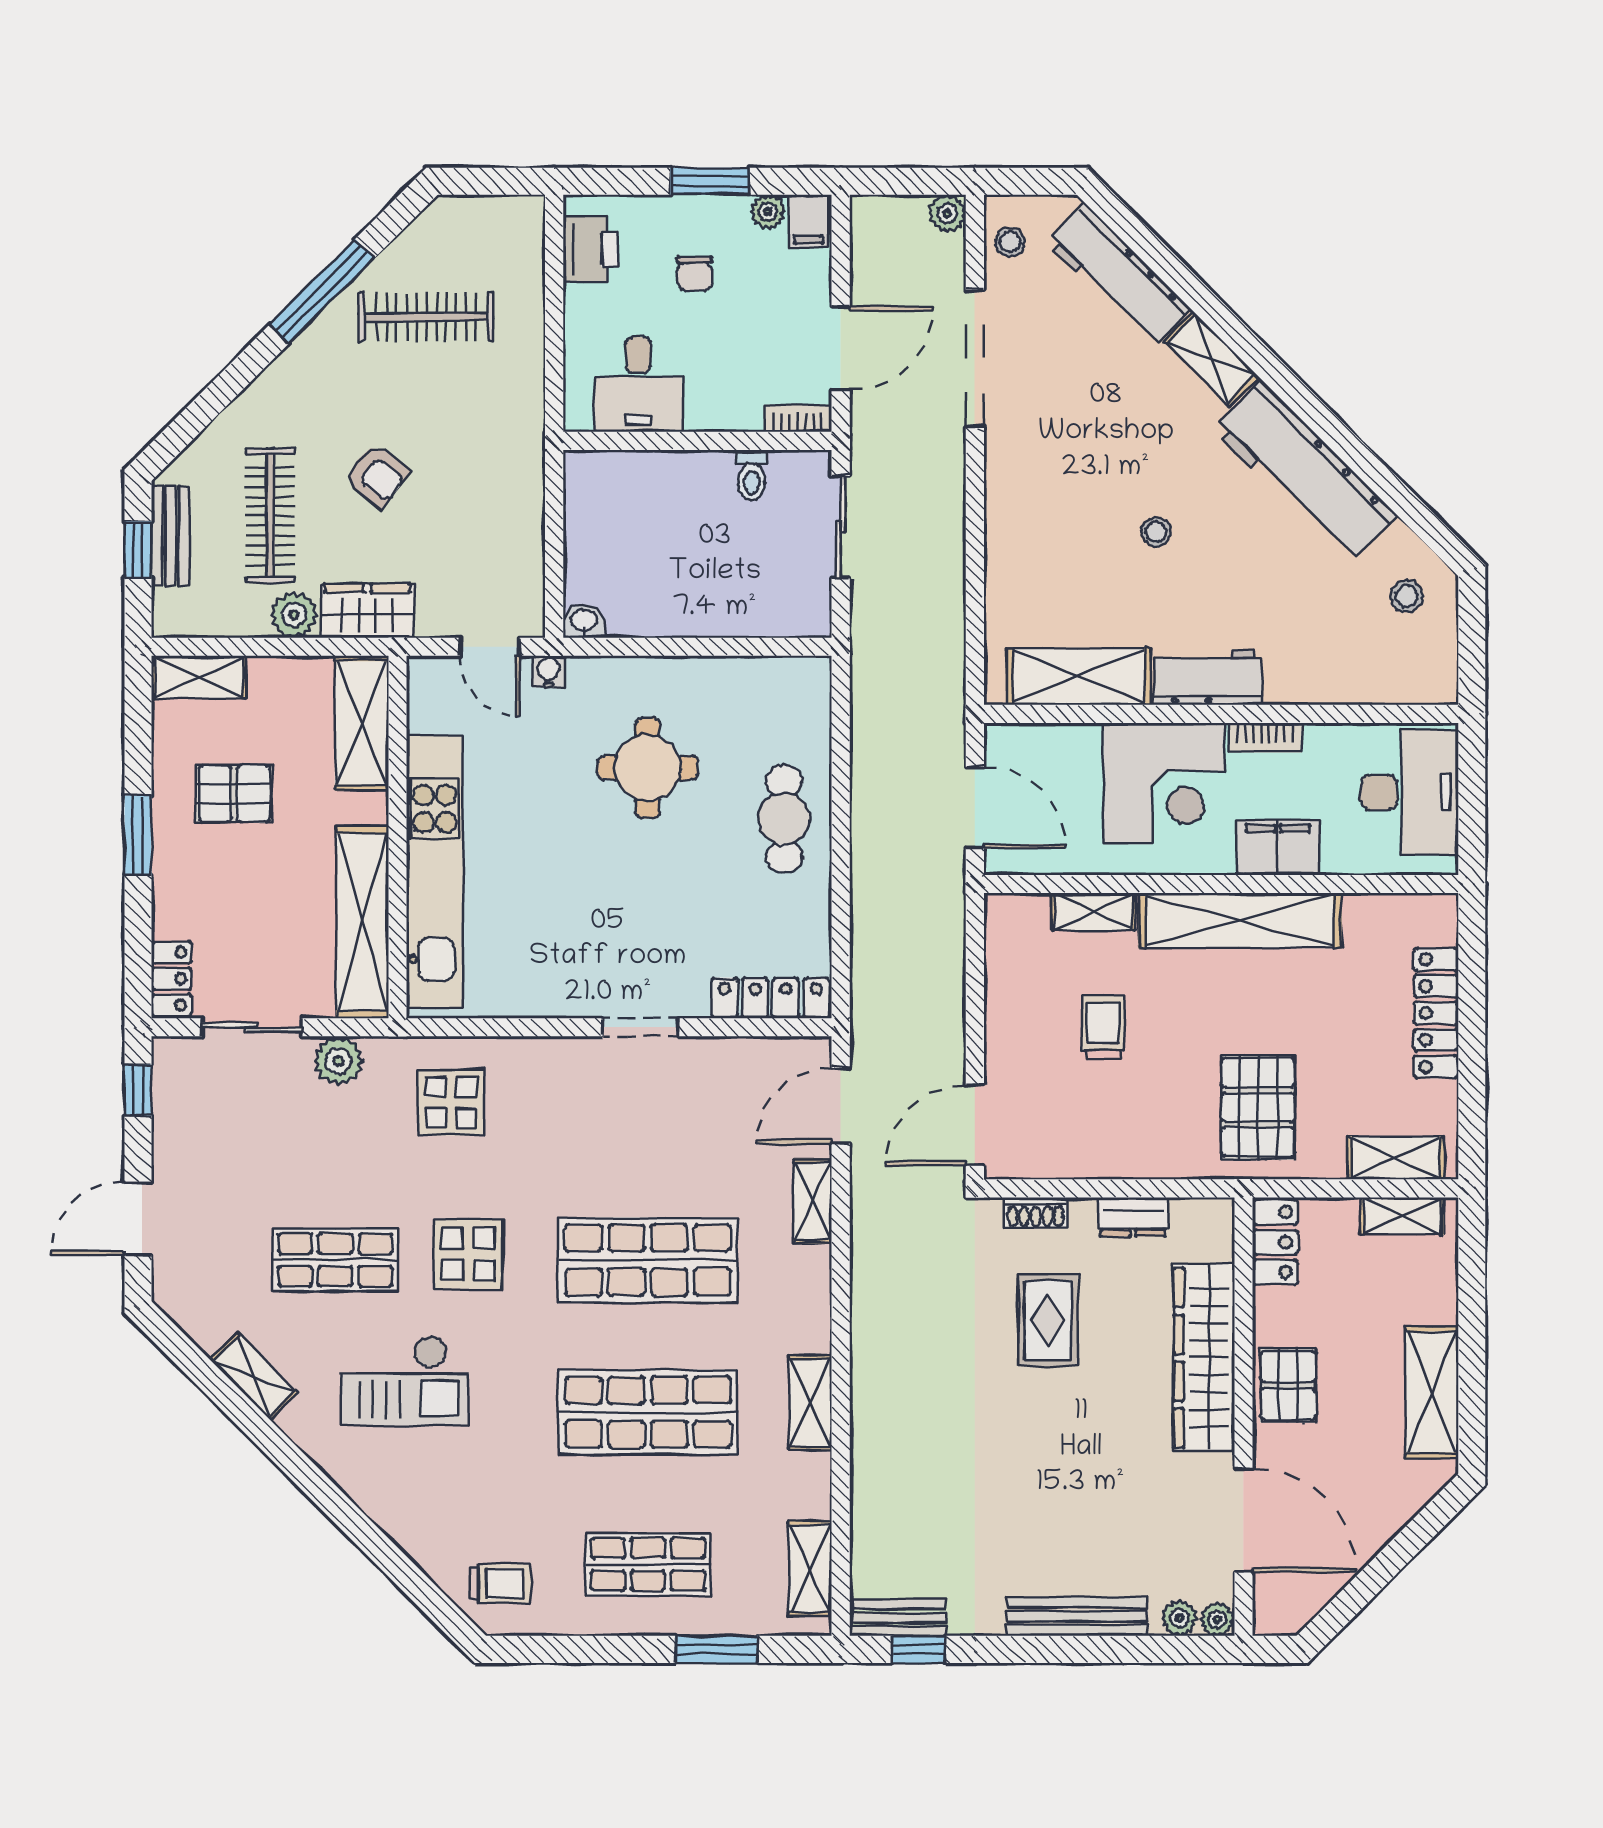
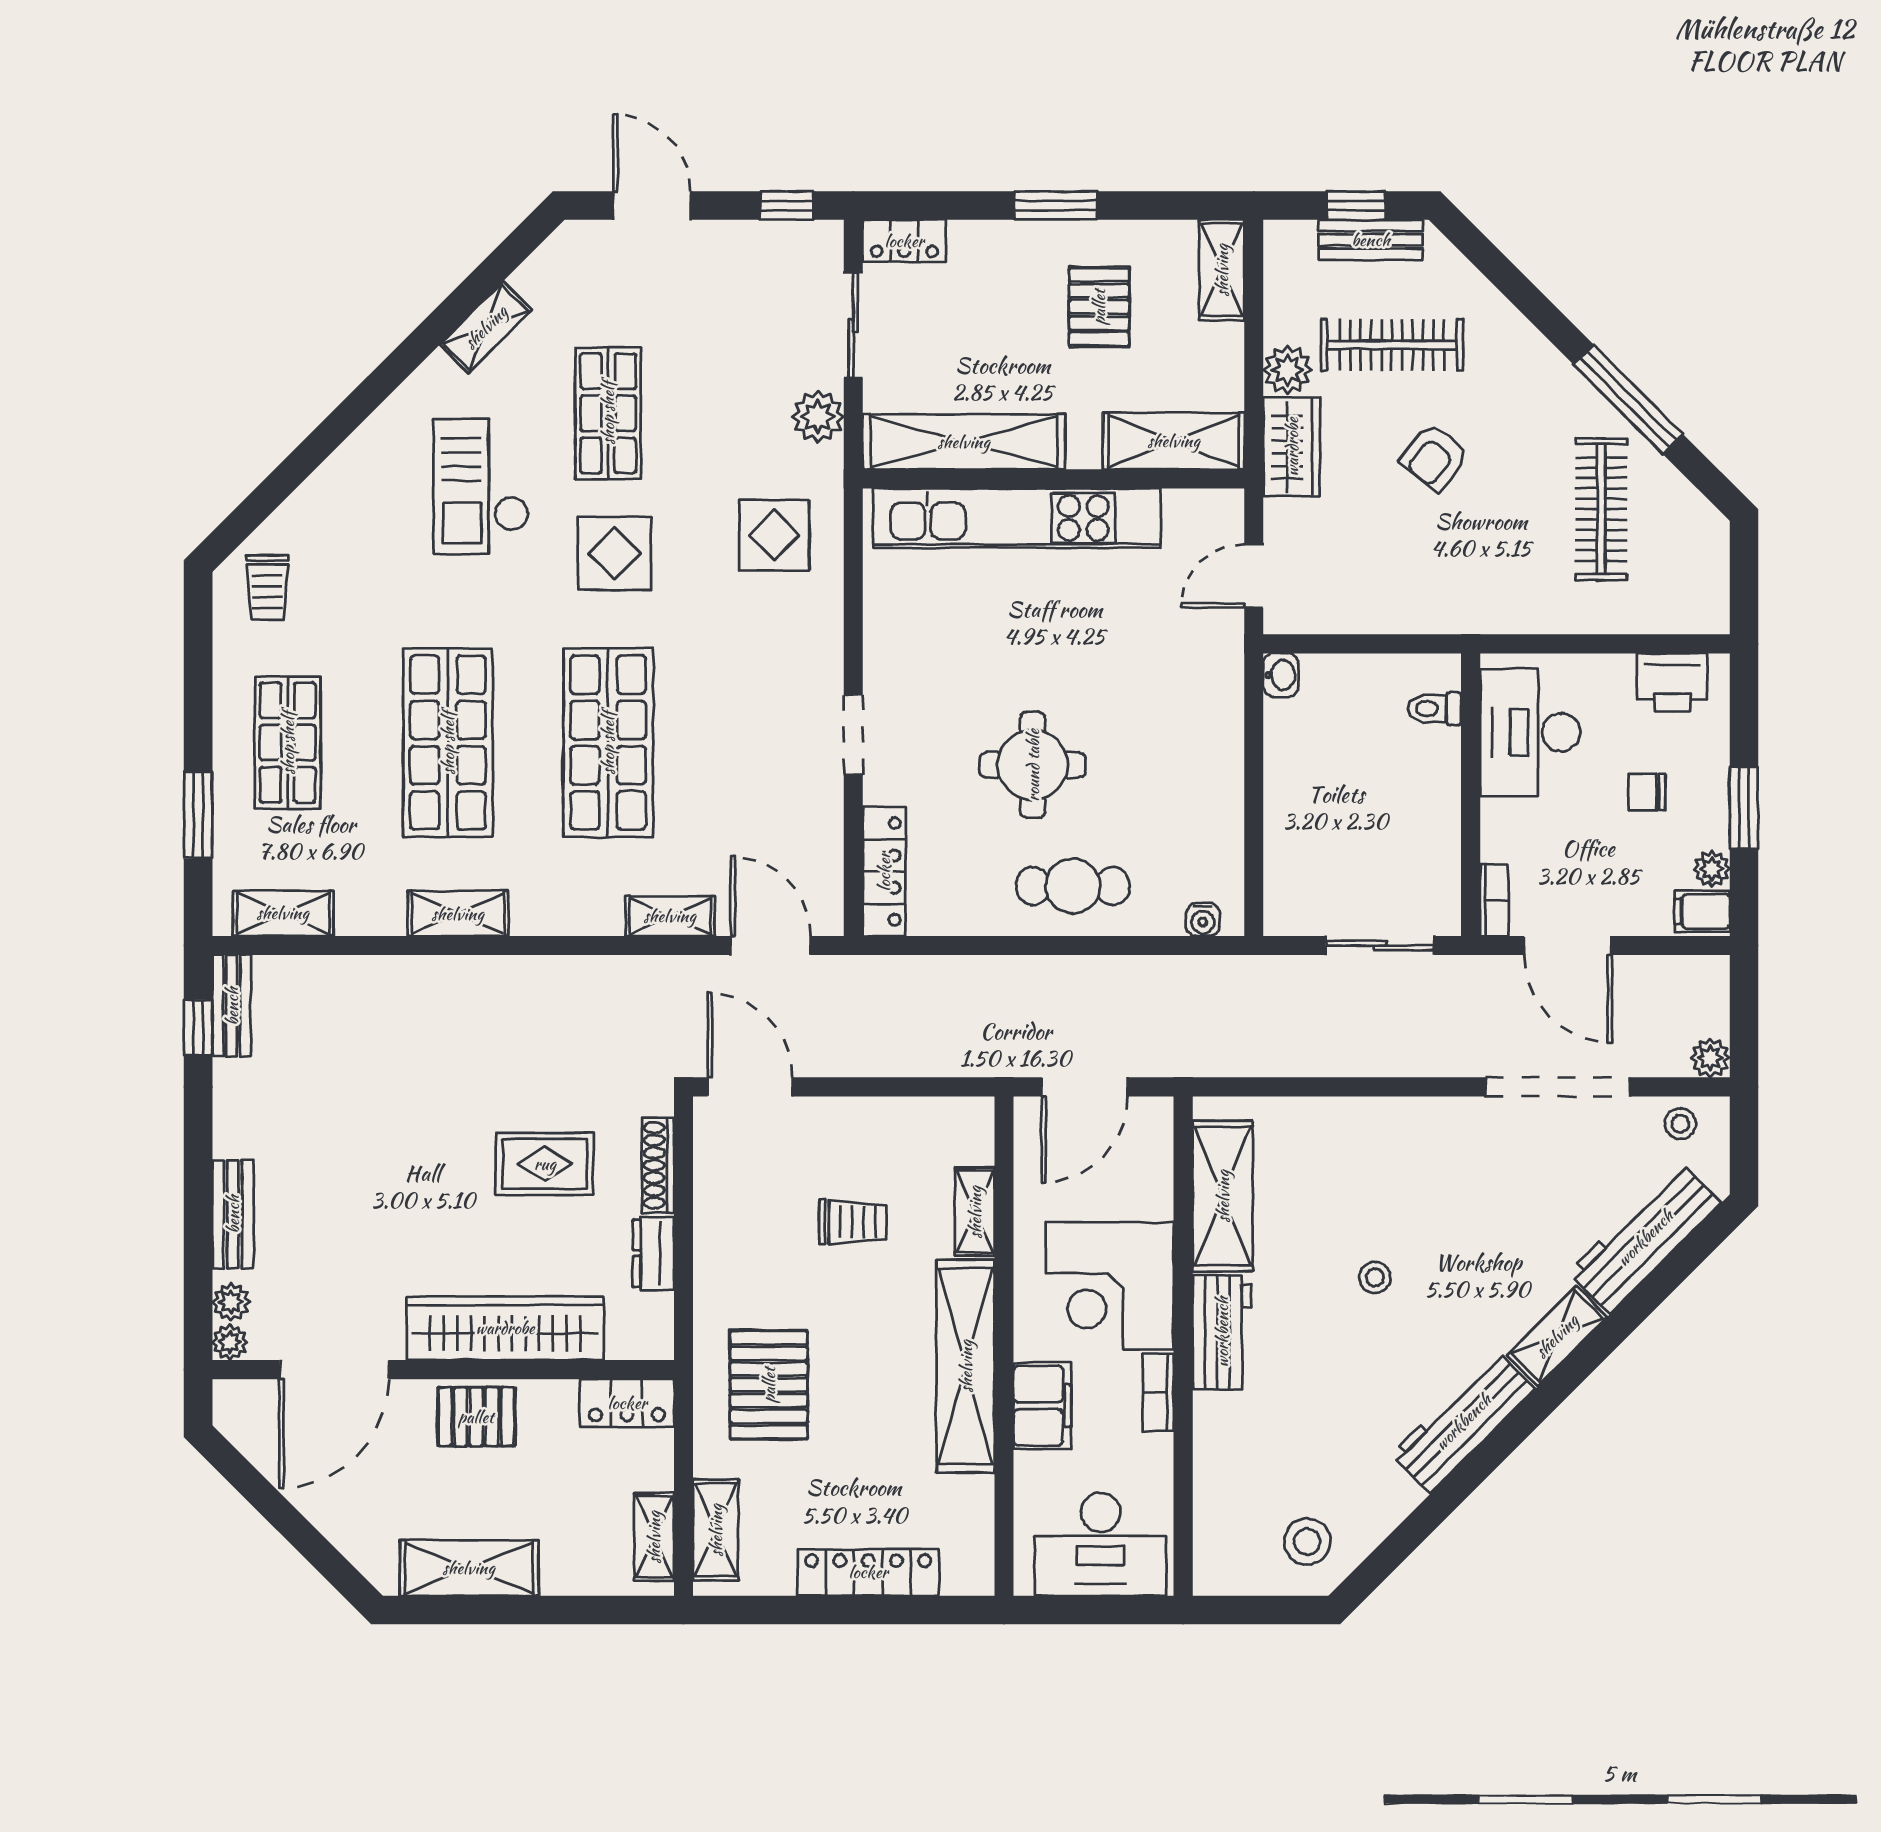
desk: (638, 384) -> (1530, 732), width x1.37
workbench: (1305, 472) -> (1463, 1422), width x0.73, depth x0.76
toilet: (752, 475) -> (1434, 709), moved
stool: (1407, 596) -> (1307, 1542), width x1.37, depth x1.37
water cooler: (549, 671) -> (1203, 920), moved, turned 90
round table: (648, 768) -> (1033, 765), moved
pallet: (1258, 1107) -> (769, 1385), turned 90
shoe rack: (1036, 1213) -> (658, 1165), width x1.43
bench: (1077, 1616) -> (233, 1214), width x0.73

